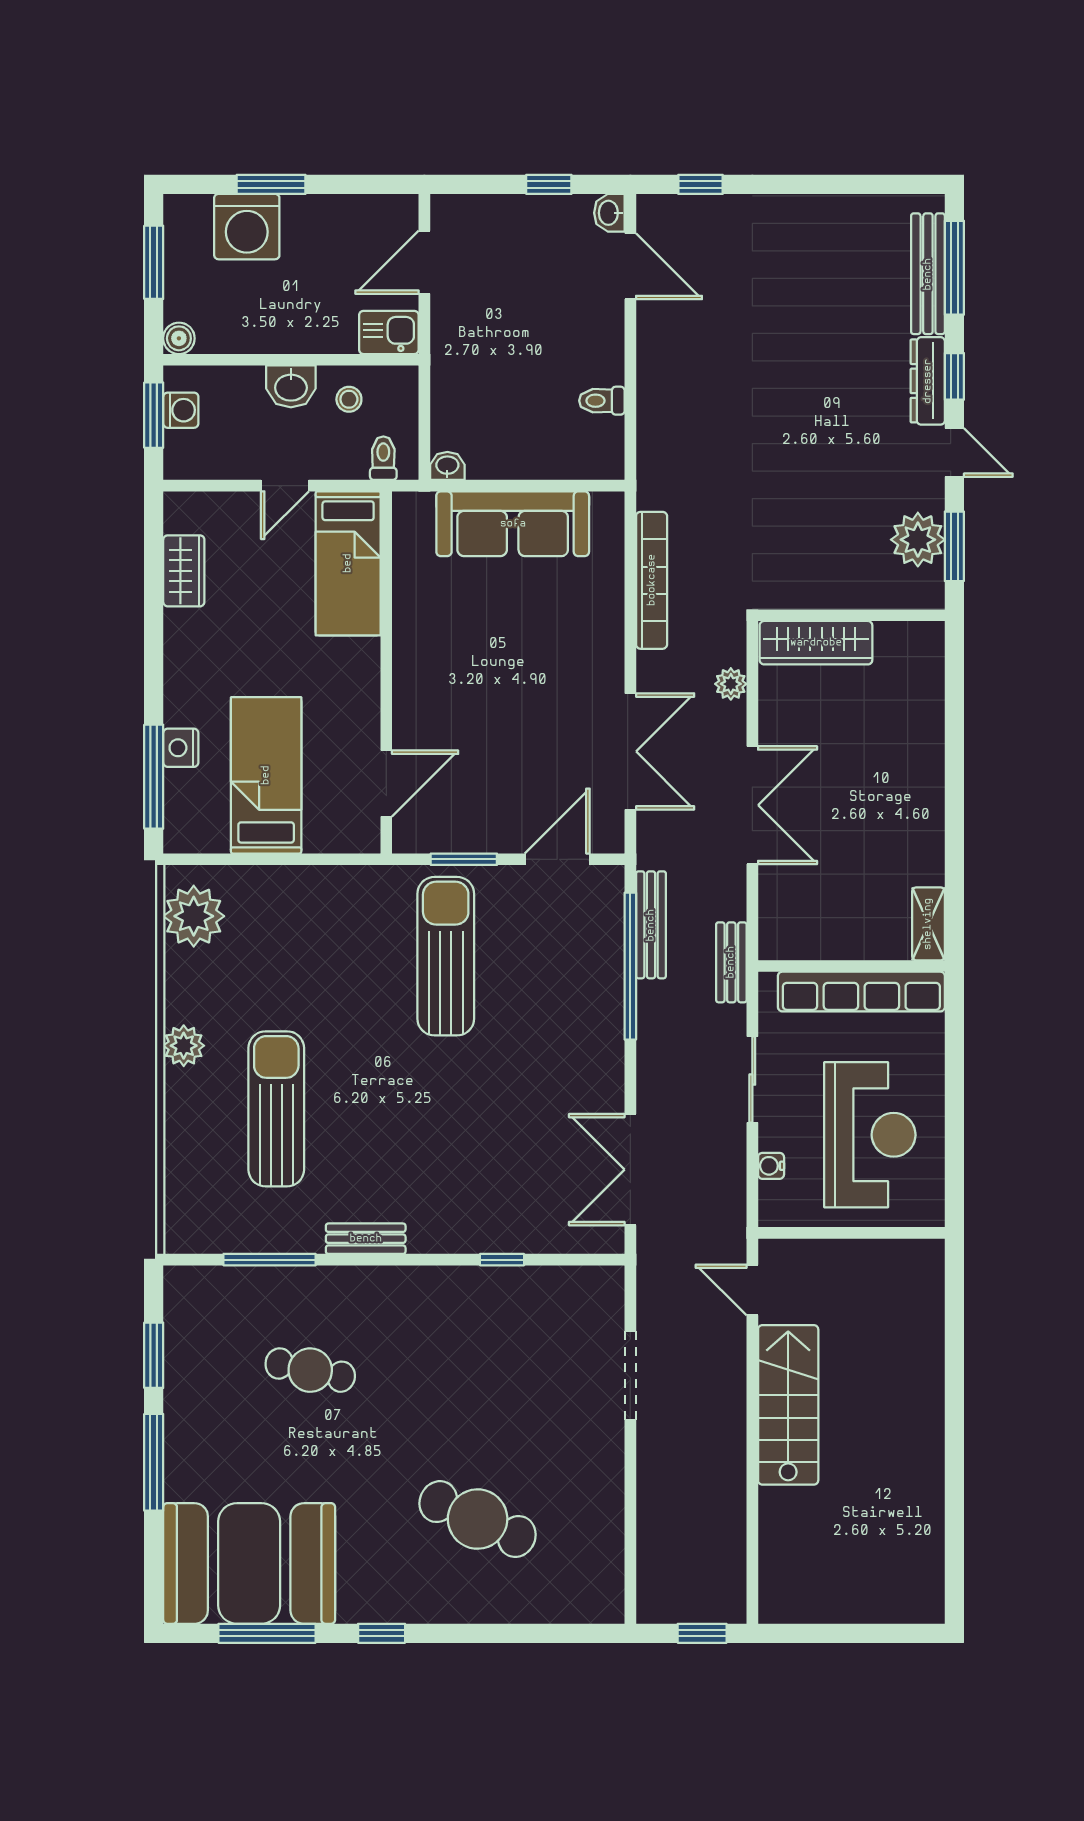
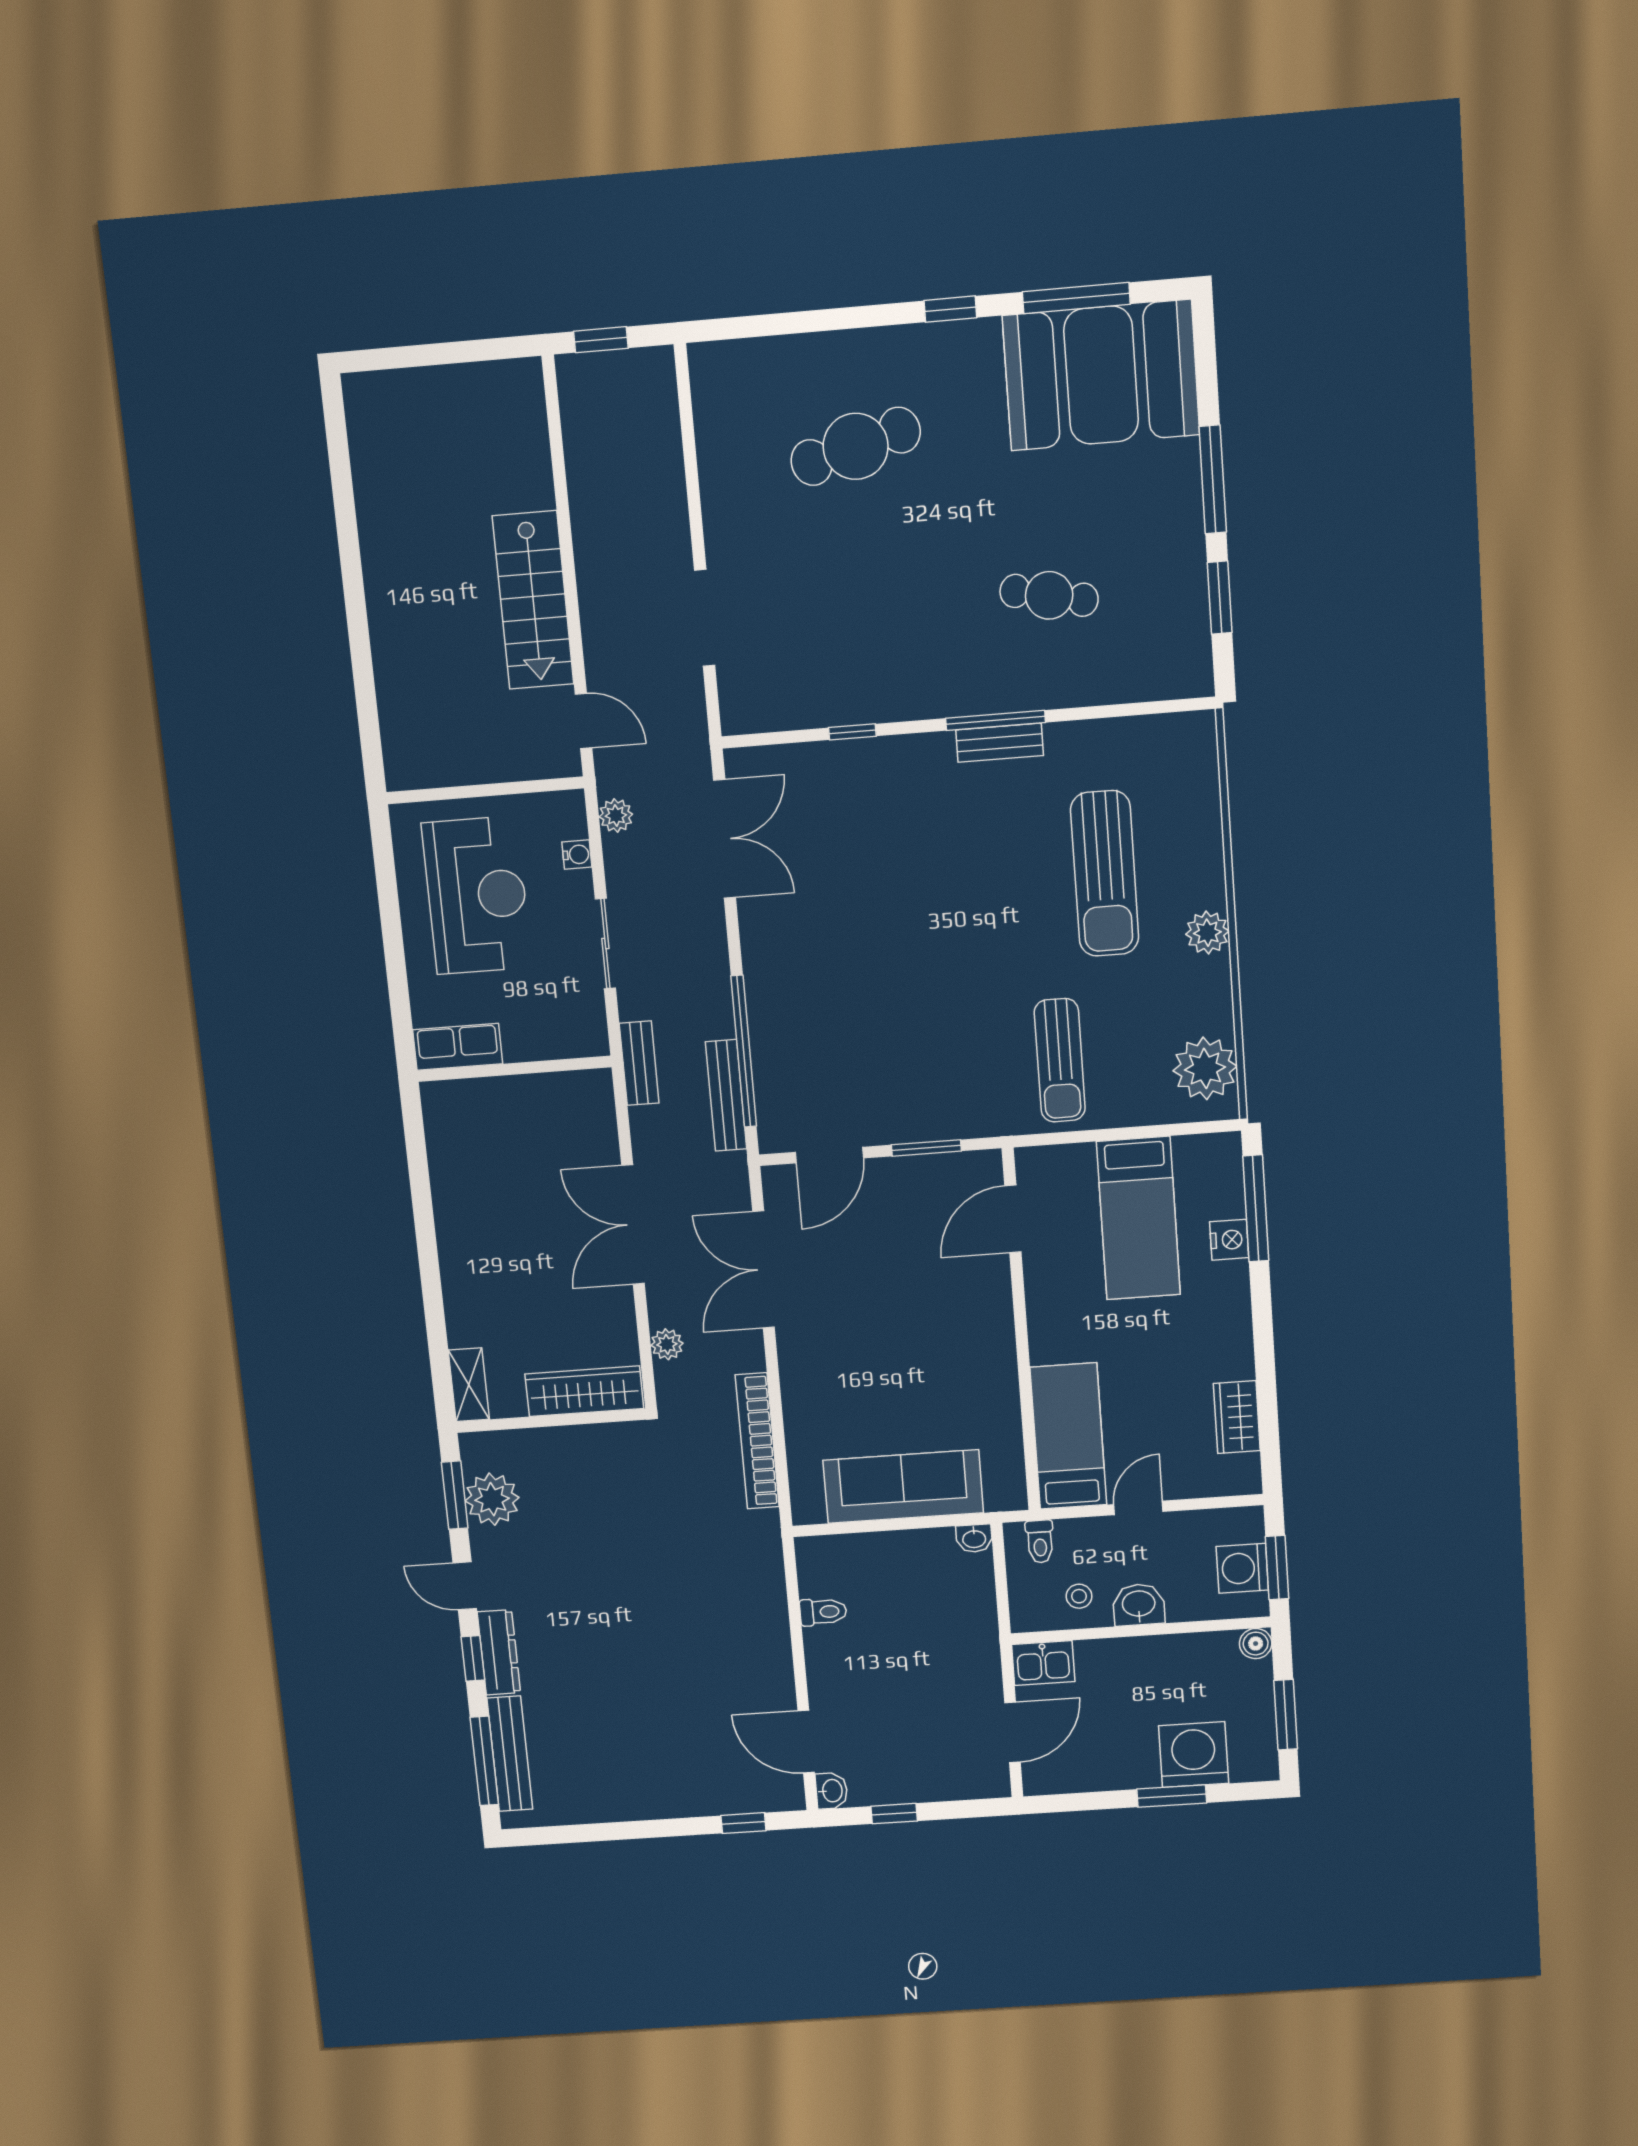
washing machine: (181, 410) -> (1242, 1568), width x1.38, depth x1.38
shelving: (928, 924) -> (469, 1385), moved
sun lounger: (446, 956) -> (1060, 1060), moved, width x0.73, depth x0.75
row of seats: (861, 992) -> (458, 1047), width x0.50
reception desk: (870, 1135) -> (477, 895), turned 180
plant: (731, 1200) -> (616, 816), added
window: (270, 1260) -> (996, 720), moved
cafe table: (478, 1519) -> (856, 446), turned -39

